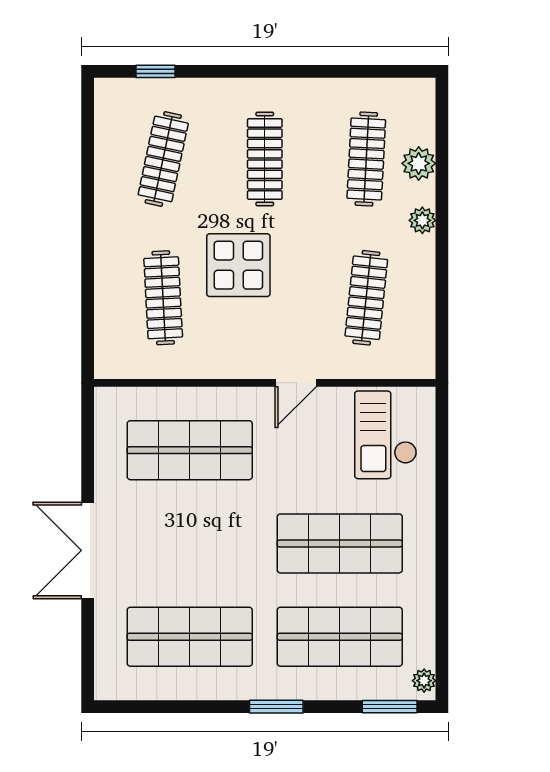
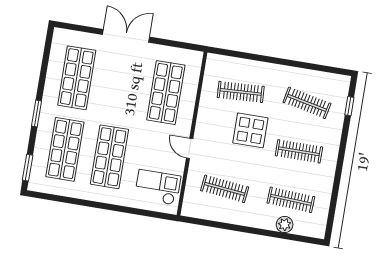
plant: (422, 220) -> (257, 222), removed
plant: (424, 681) -> (37, 186), removed

